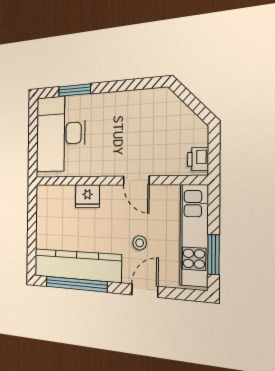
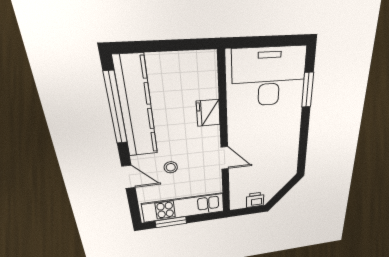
printer: (198, 159) -> (255, 200), moved
door: (136, 180) -> (225, 158), swing flipped

